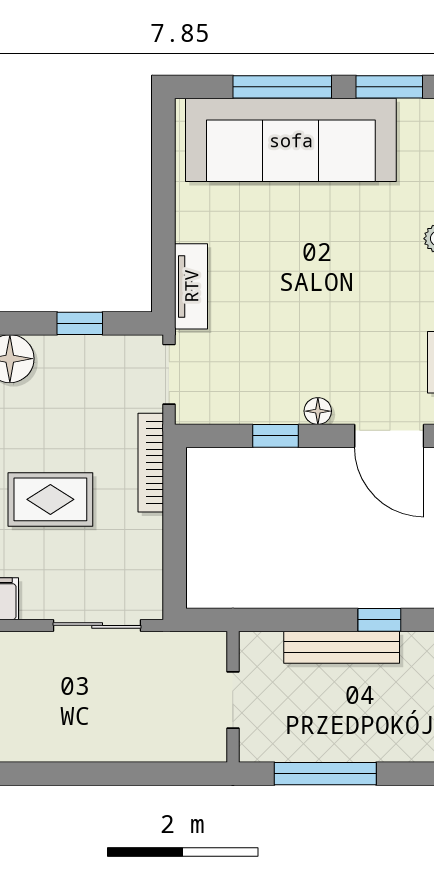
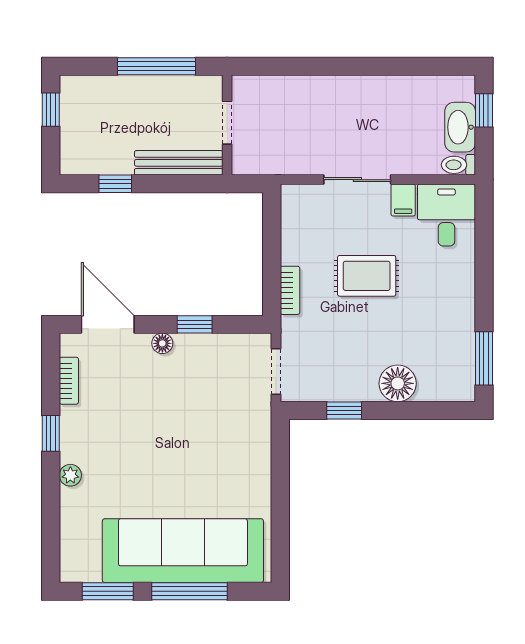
tv unit: (191, 286) -> (259, 439), removed
bookcase: (151, 463) -> (290, 290), width x0.64
sliding door: (97, 625) -> (357, 180), moved
bench: (342, 647) -> (179, 163), moved

